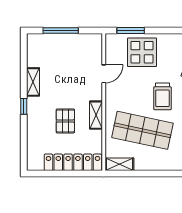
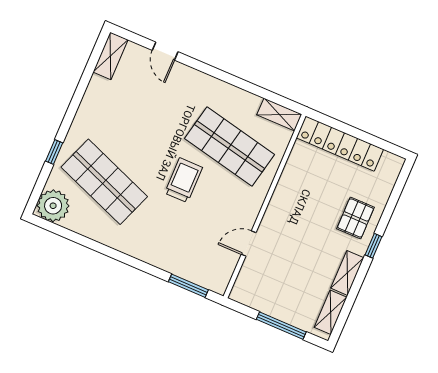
display table: (142, 52) -> (186, 250), removed
shelving: (96, 115) -> (331, 312), moved
pallet: (65, 121) -> (355, 218), moved

